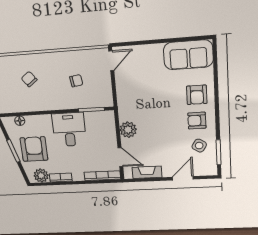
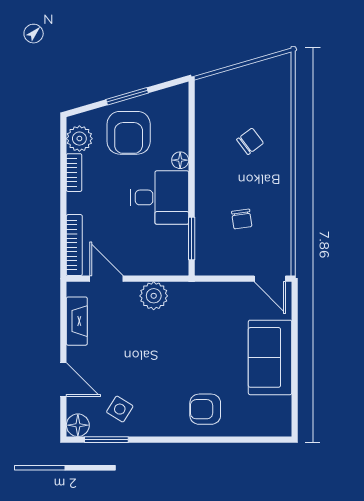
sofa: (188, 55) -> (270, 357), moved
floor lamp: (20, 121) -> (180, 160), moved
armchair: (197, 121) -> (163, 407), removed
armchair: (34, 149) -> (129, 133), turned 90
door: (120, 157) -> (106, 279), swing flipped
floor lamp: (210, 169) -> (78, 425), added

